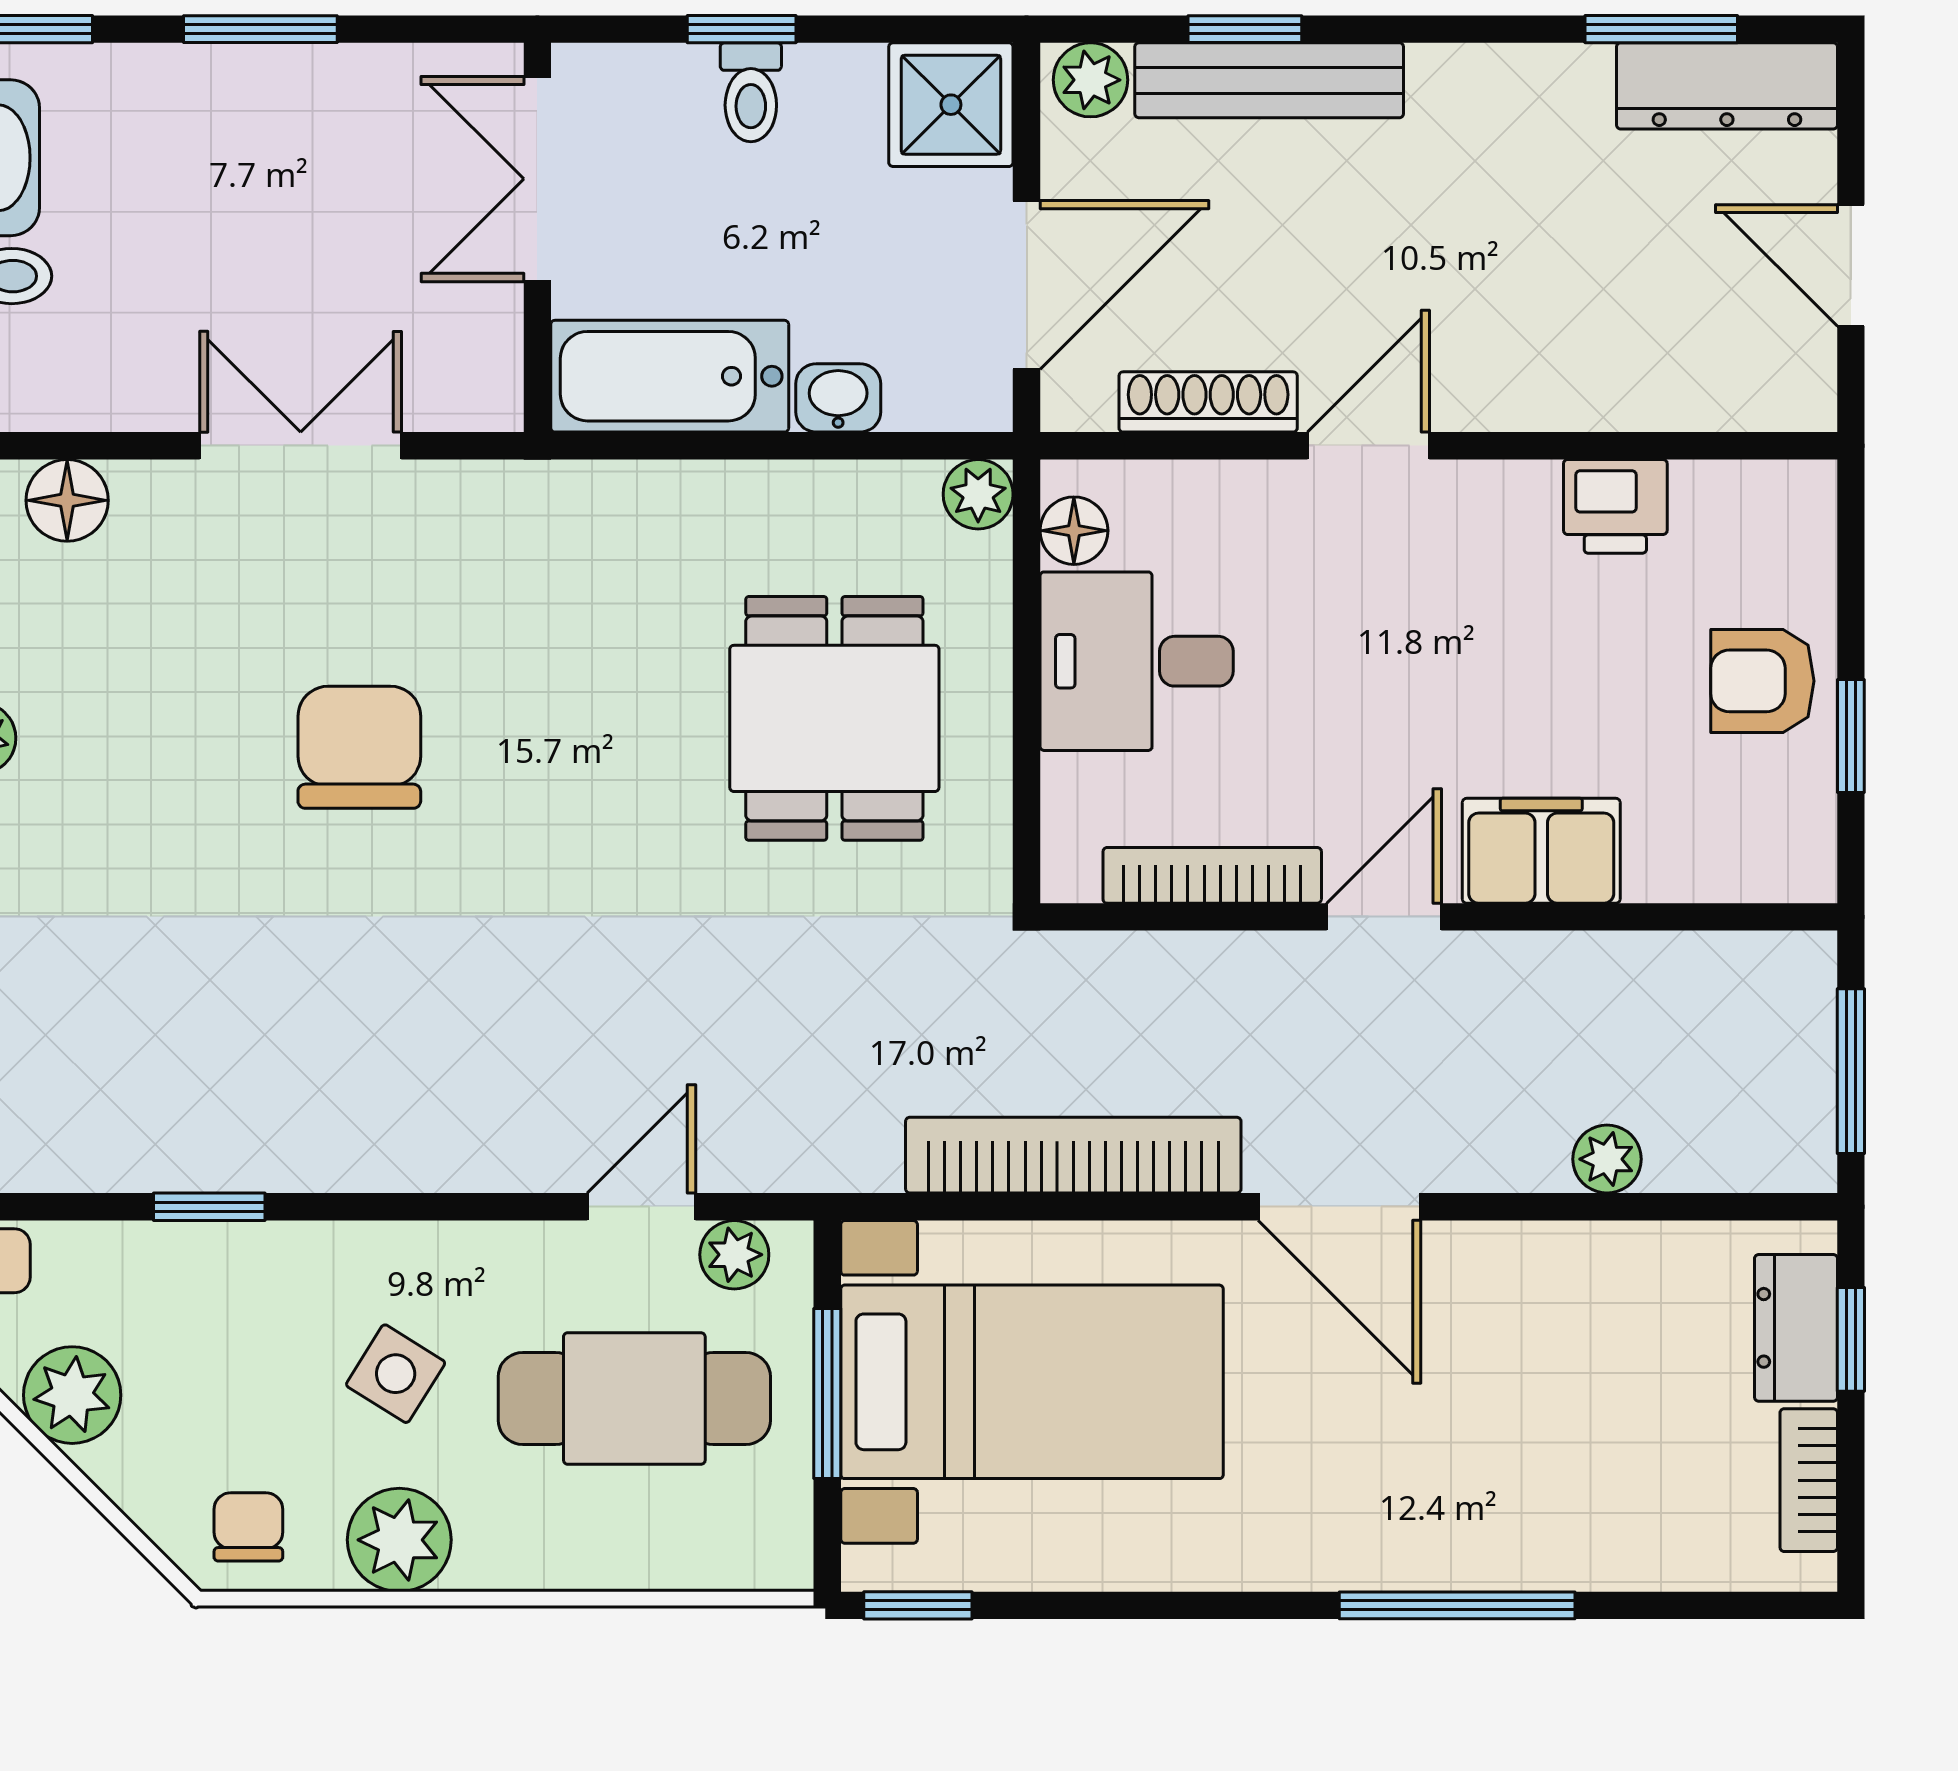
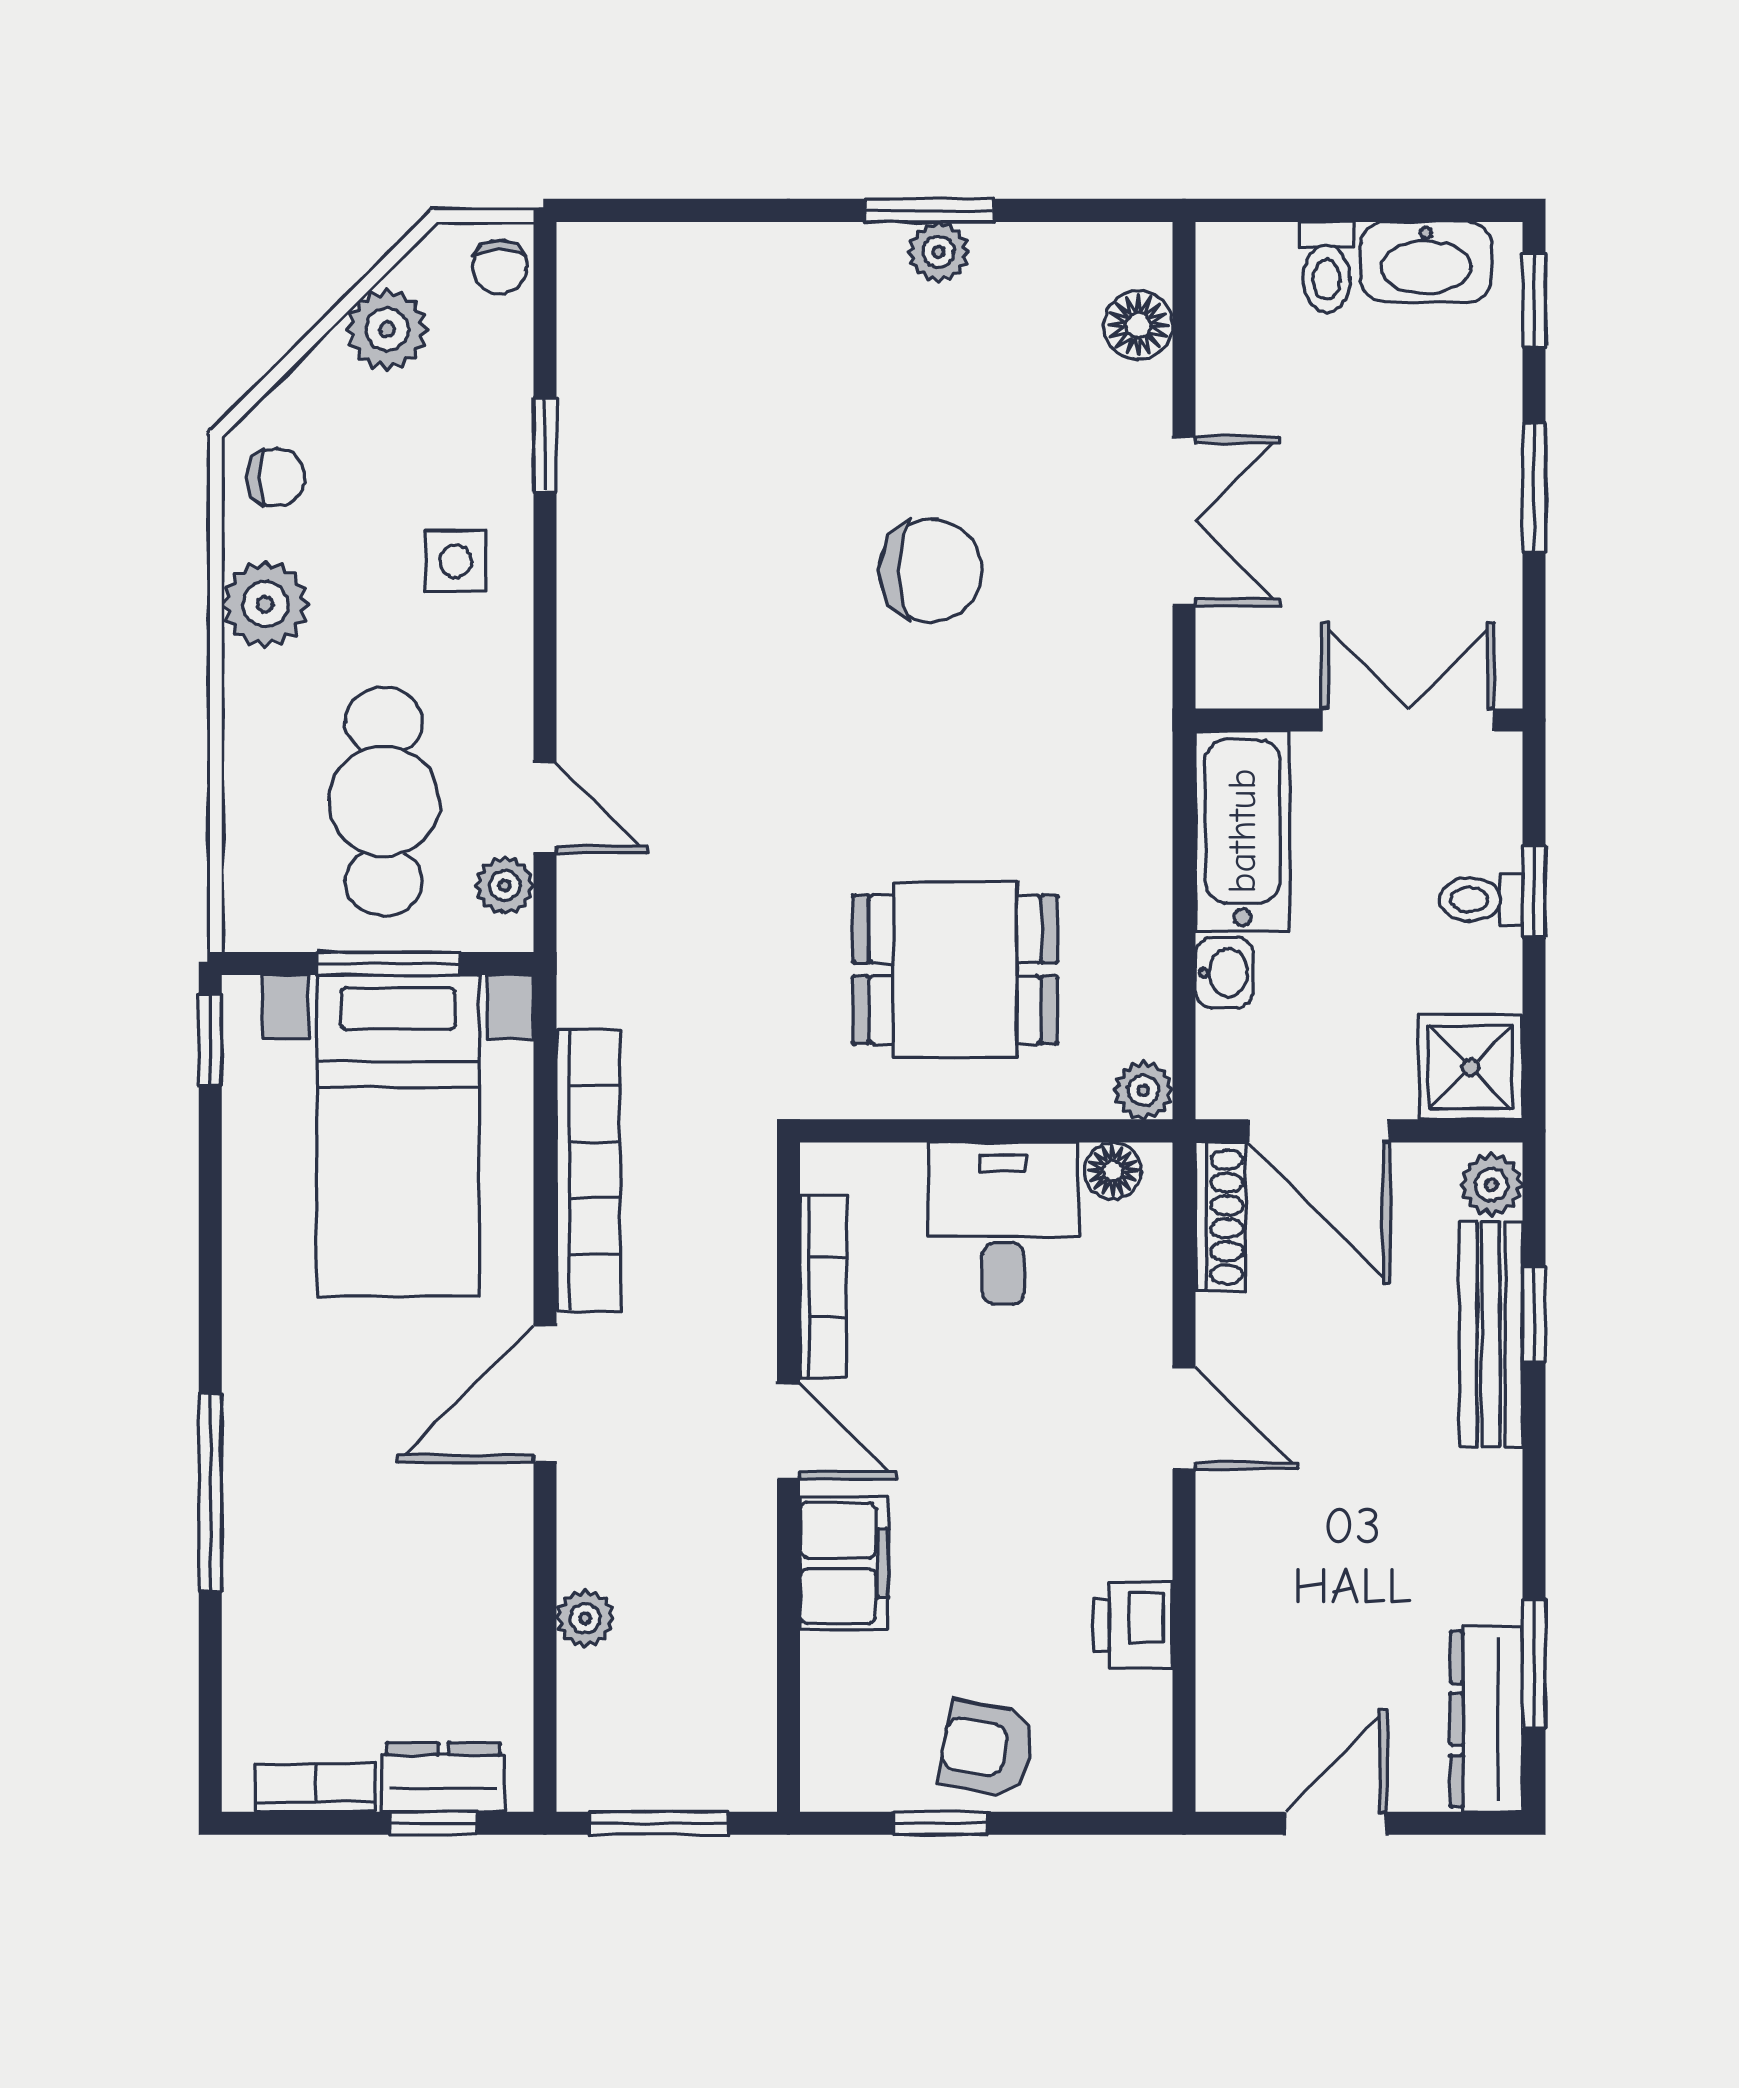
shoe rack: (1208, 402) -> (1221, 1217), moved
armchair: (1762, 681) -> (987, 1749), turned -80
side table: (396, 1374) -> (456, 561), moved, turned -32

